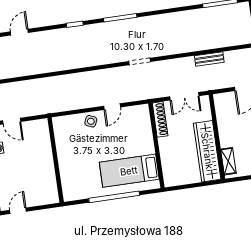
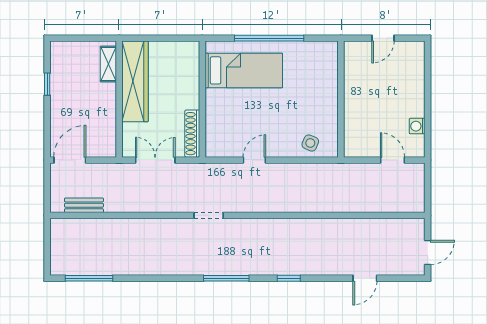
bench: (209, 59) -> (84, 205), moved
side table: (91, 121) -> (310, 143), moved
door: (18, 211) -> (383, 38), moved

